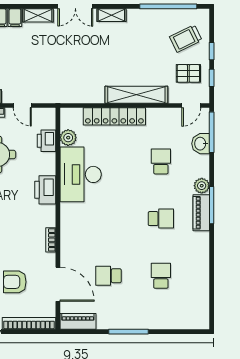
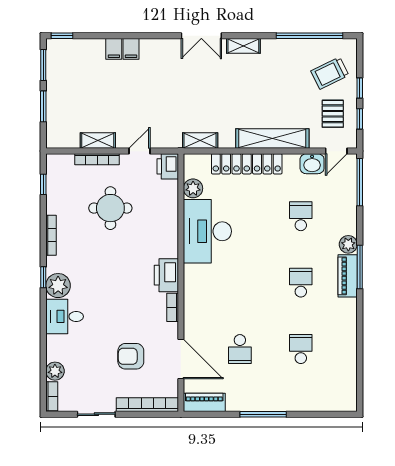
shelving: (38, 15) -> (200, 141), moved
pallet: (188, 73) -> (333, 114), turned 90
door: (22, 105) -> (140, 151), swing flipped
printer: (47, 141) -> (168, 166), moved
washbasin: (201, 144) -> (312, 164), moved, turned -90
printer: (45, 190) -> (166, 275), moved
school desk: (161, 219) -> (301, 283), turned -90
school desk: (108, 276) -> (240, 349), turned -90

